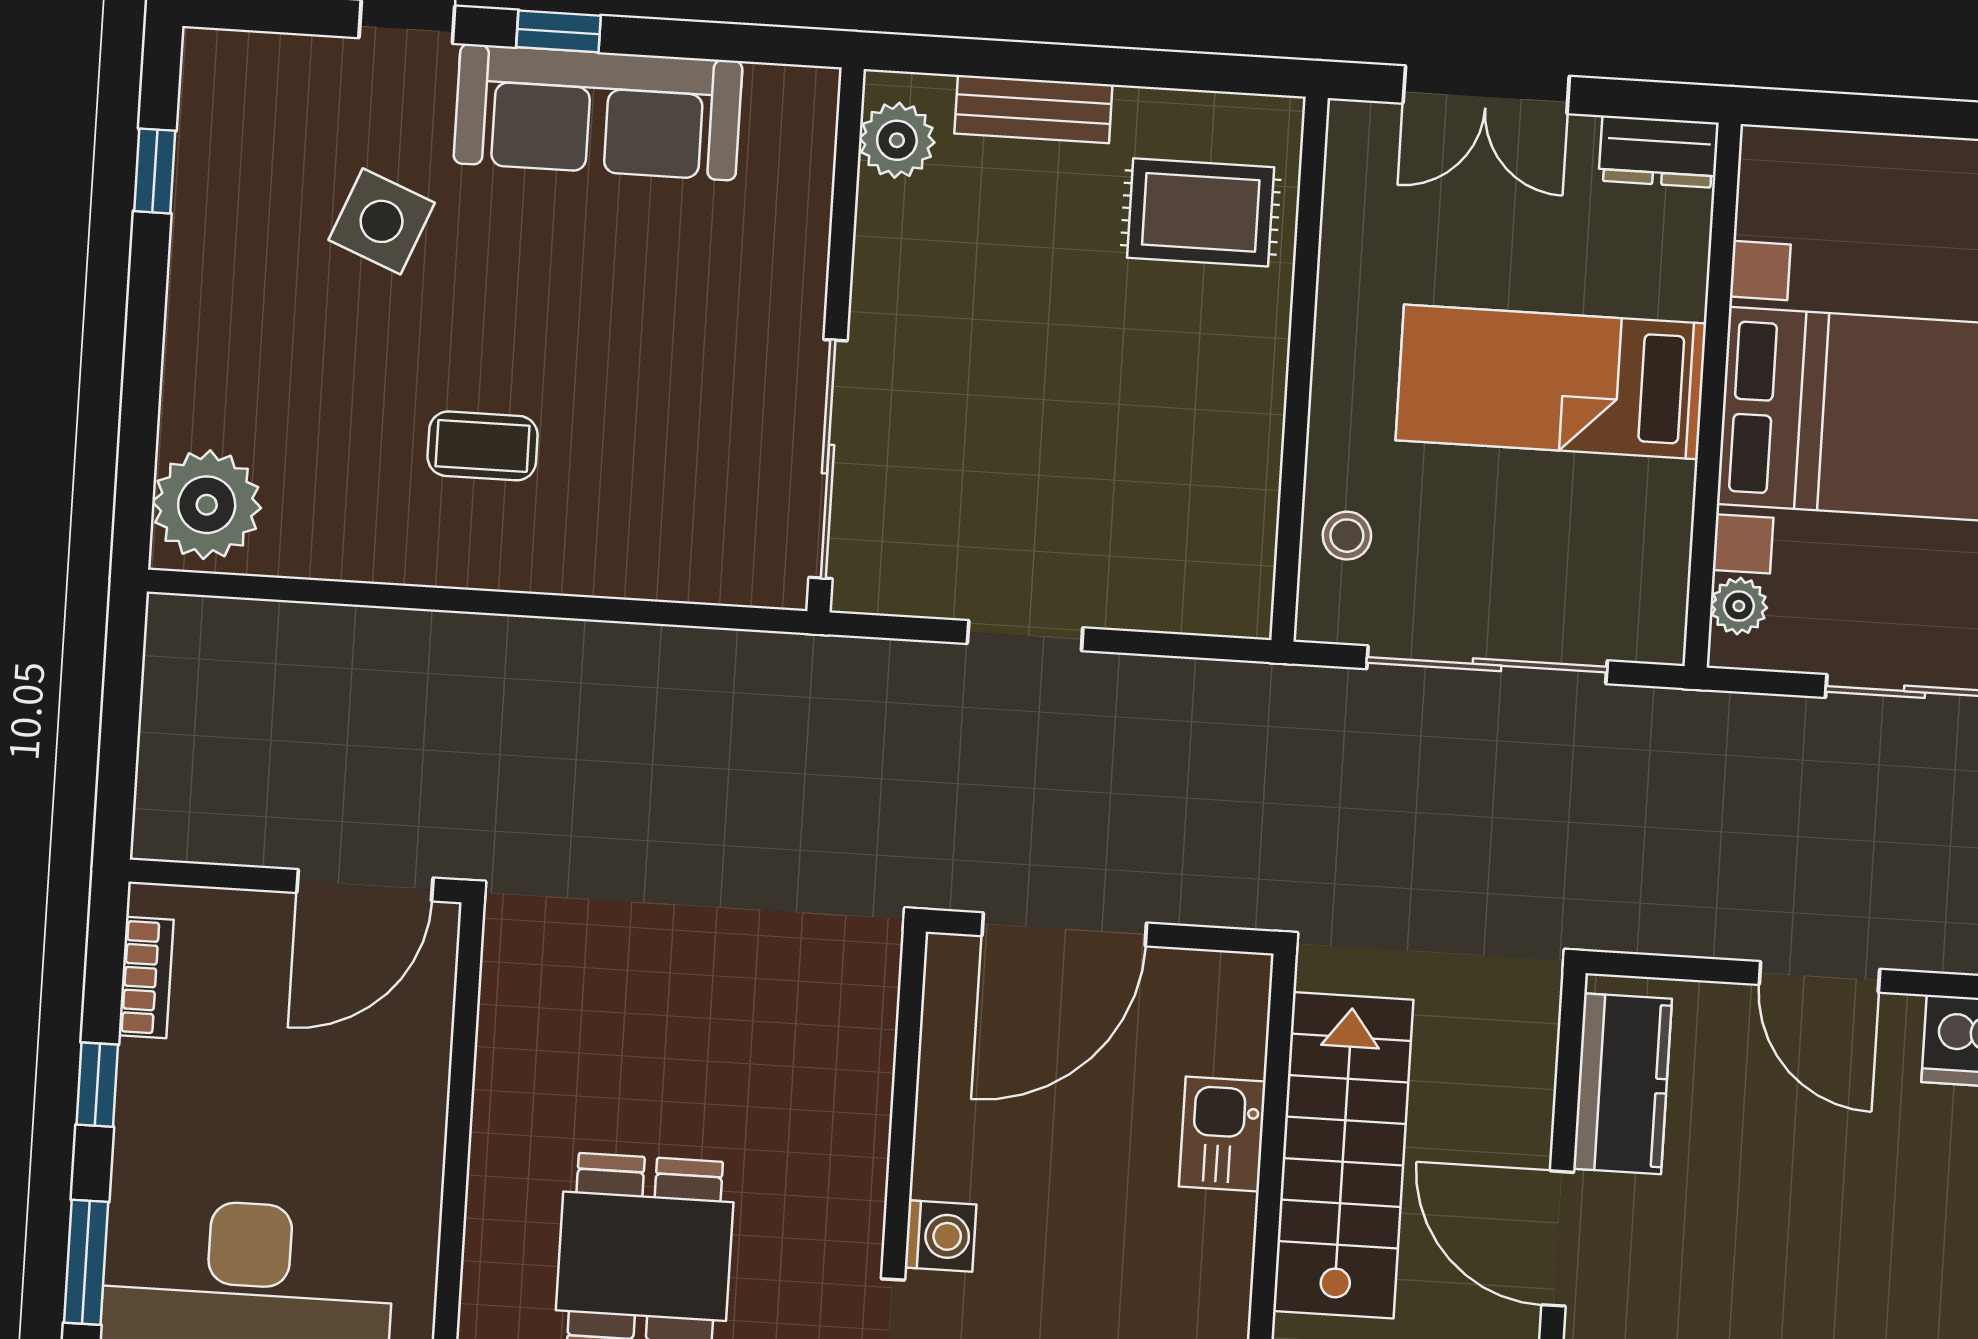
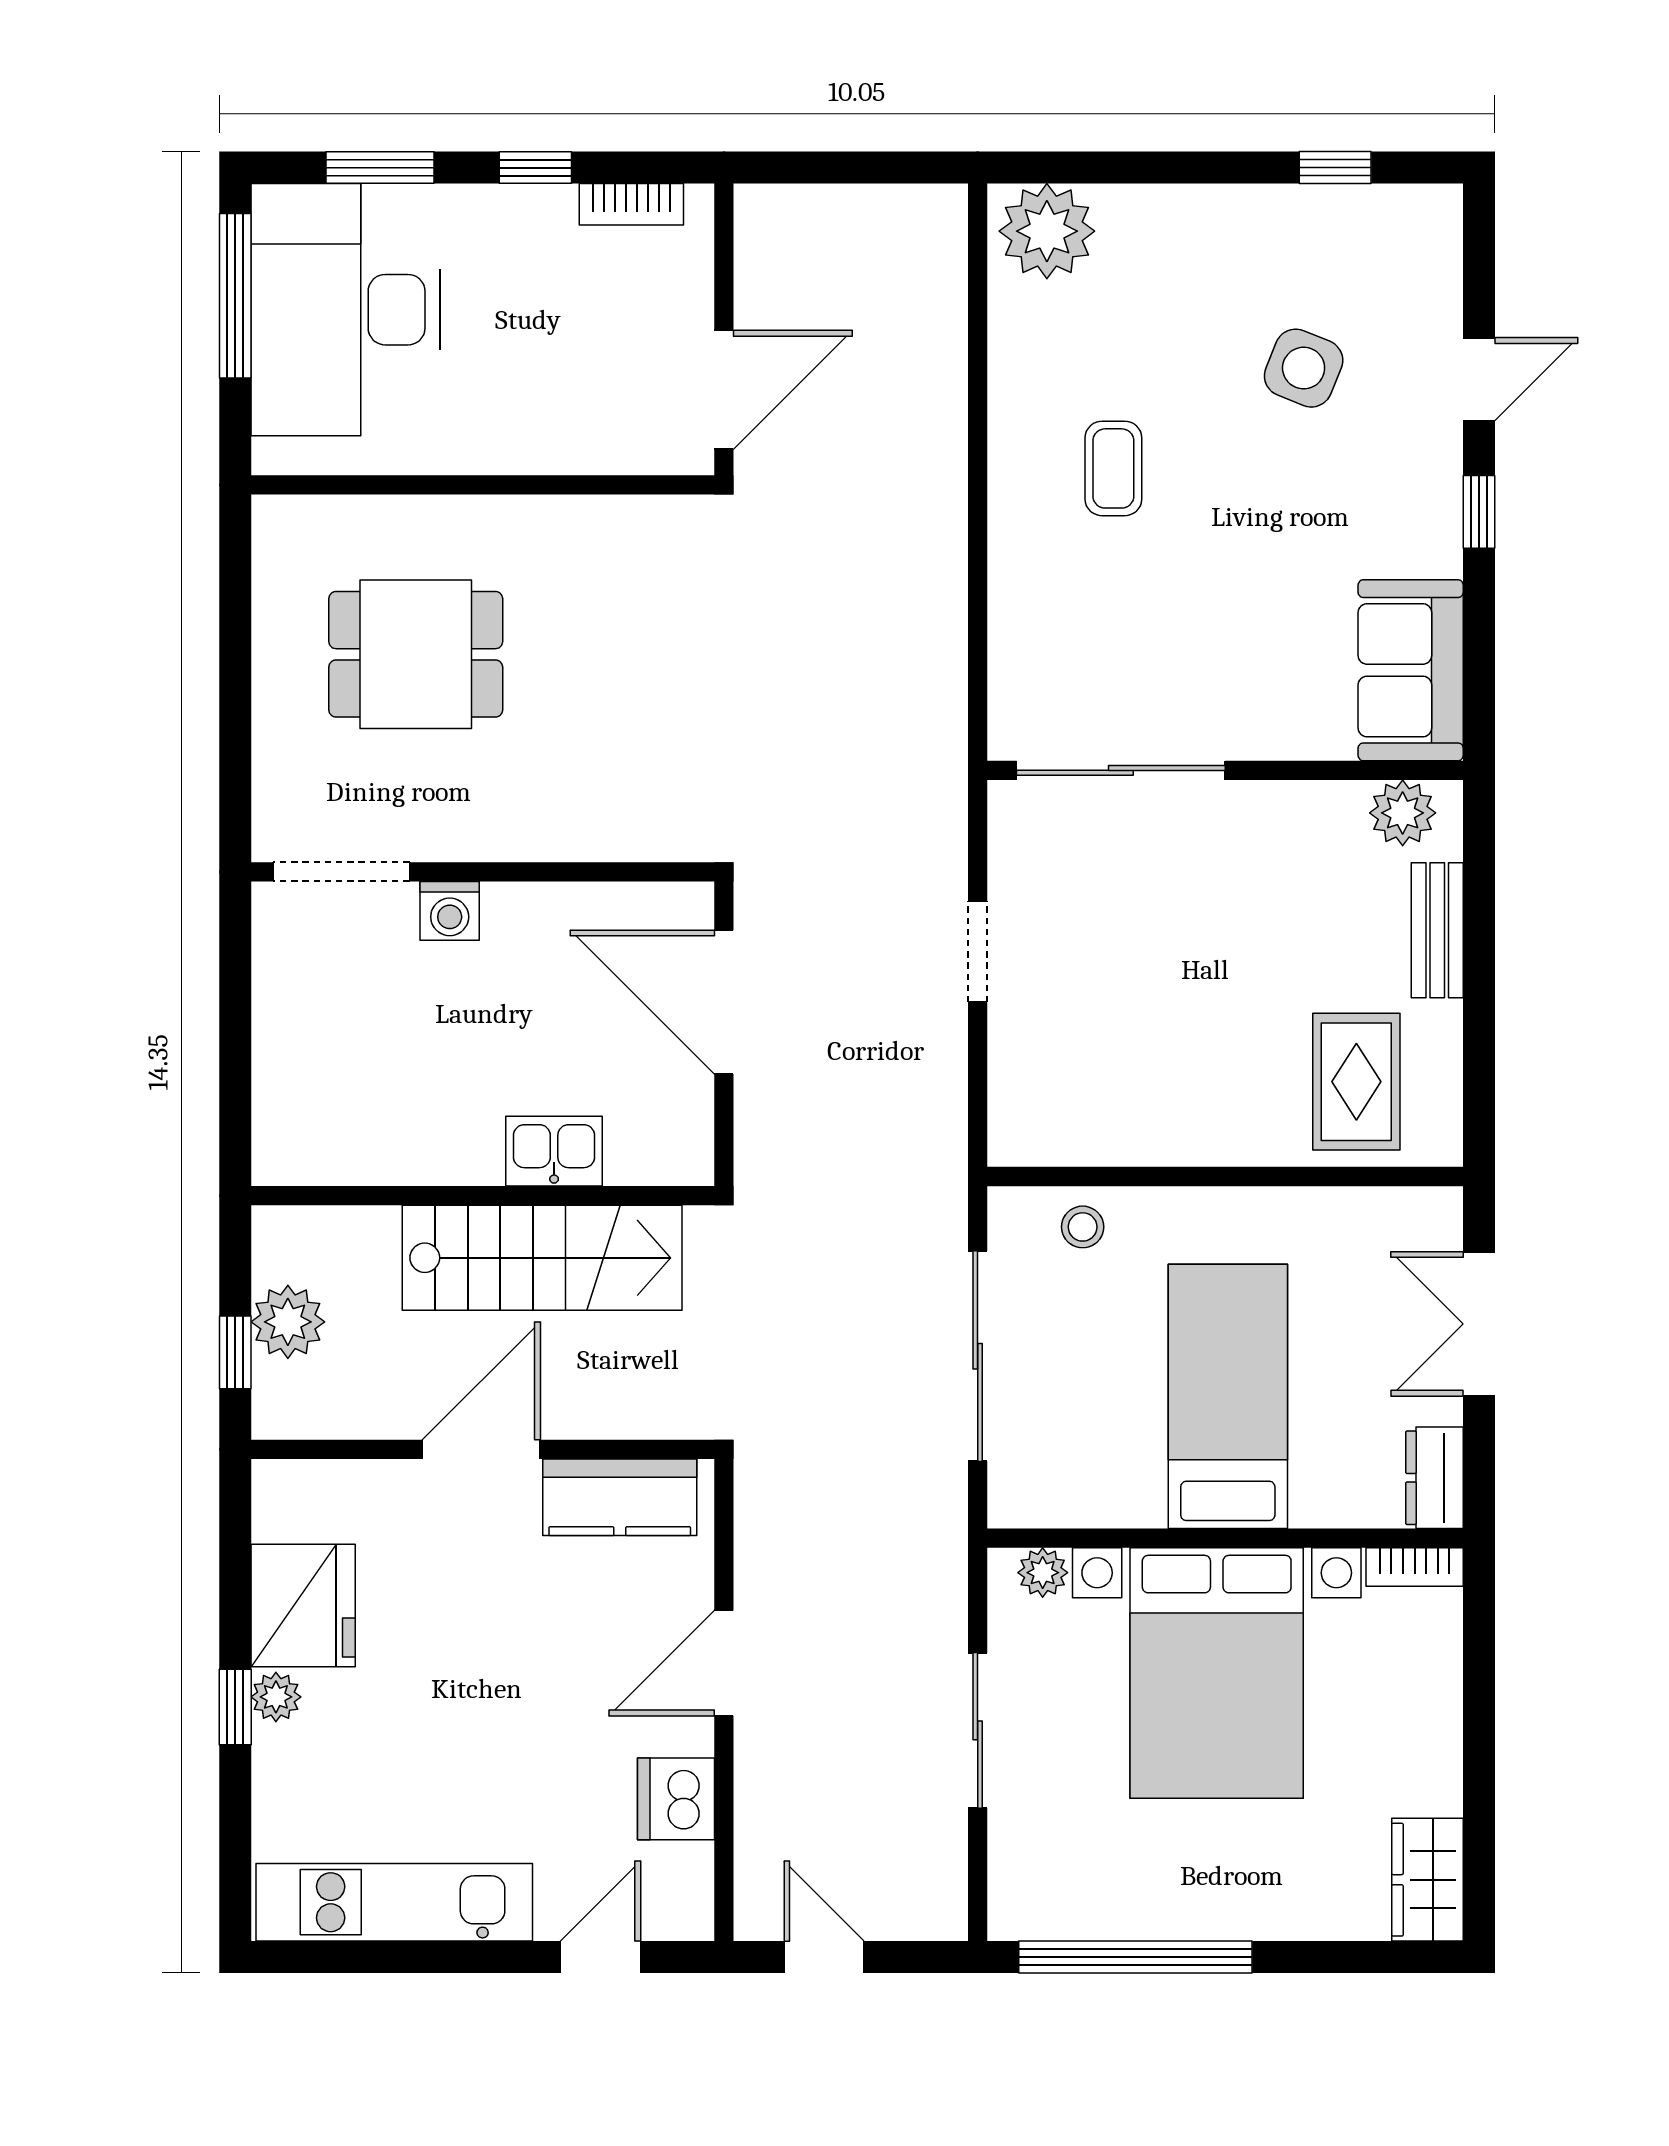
sofa: (598, 112) -> (1411, 670), moved, width x0.73
bookcase: (1759, 181) -> (1415, 1567), added
door: (365, 885) -> (724, 390), swing flipped

